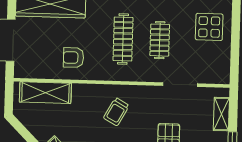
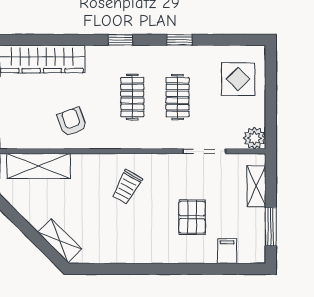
clothes rail: (123, 39) -> (132, 97), width x0.73
armchair: (73, 58) -> (72, 122), turned 70
plant: (221, 75) -> (254, 138), added

